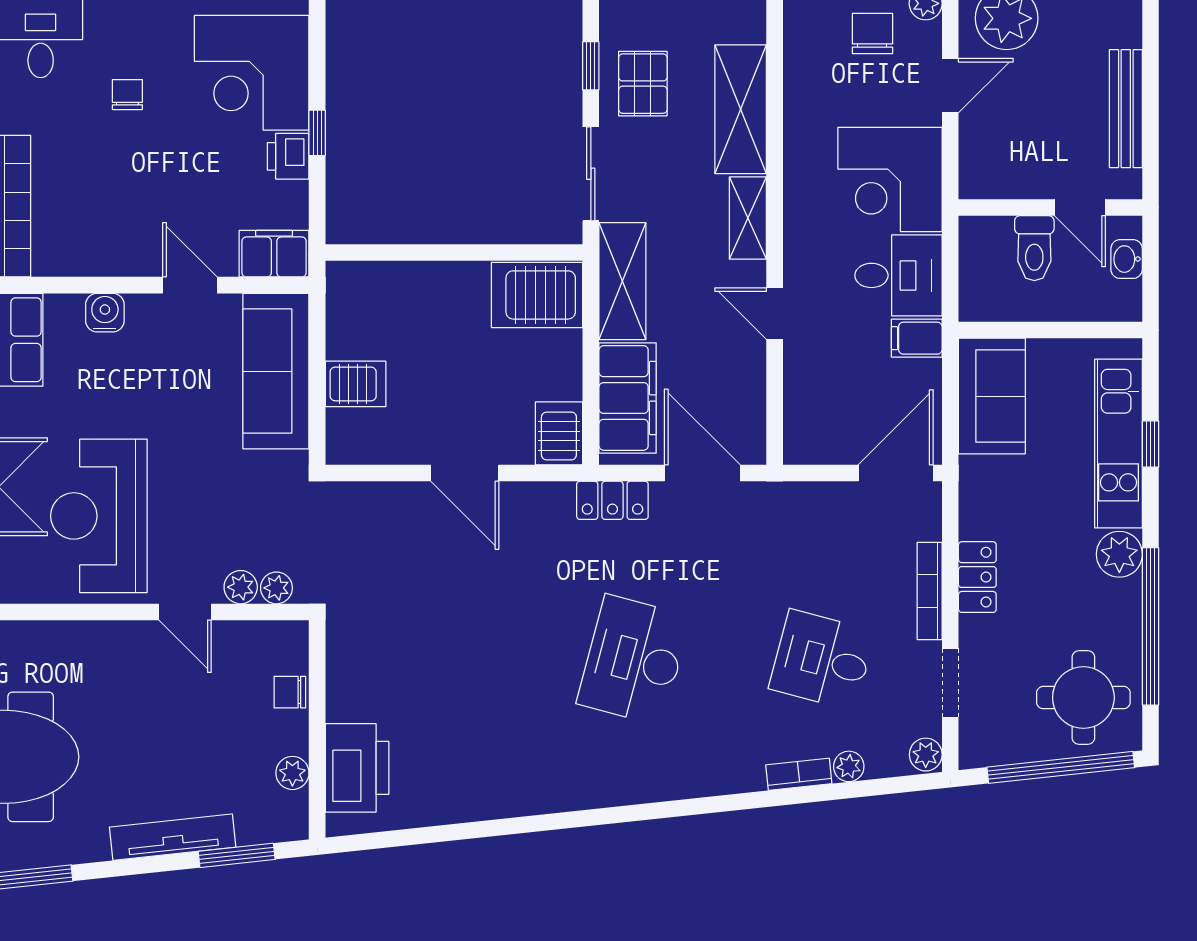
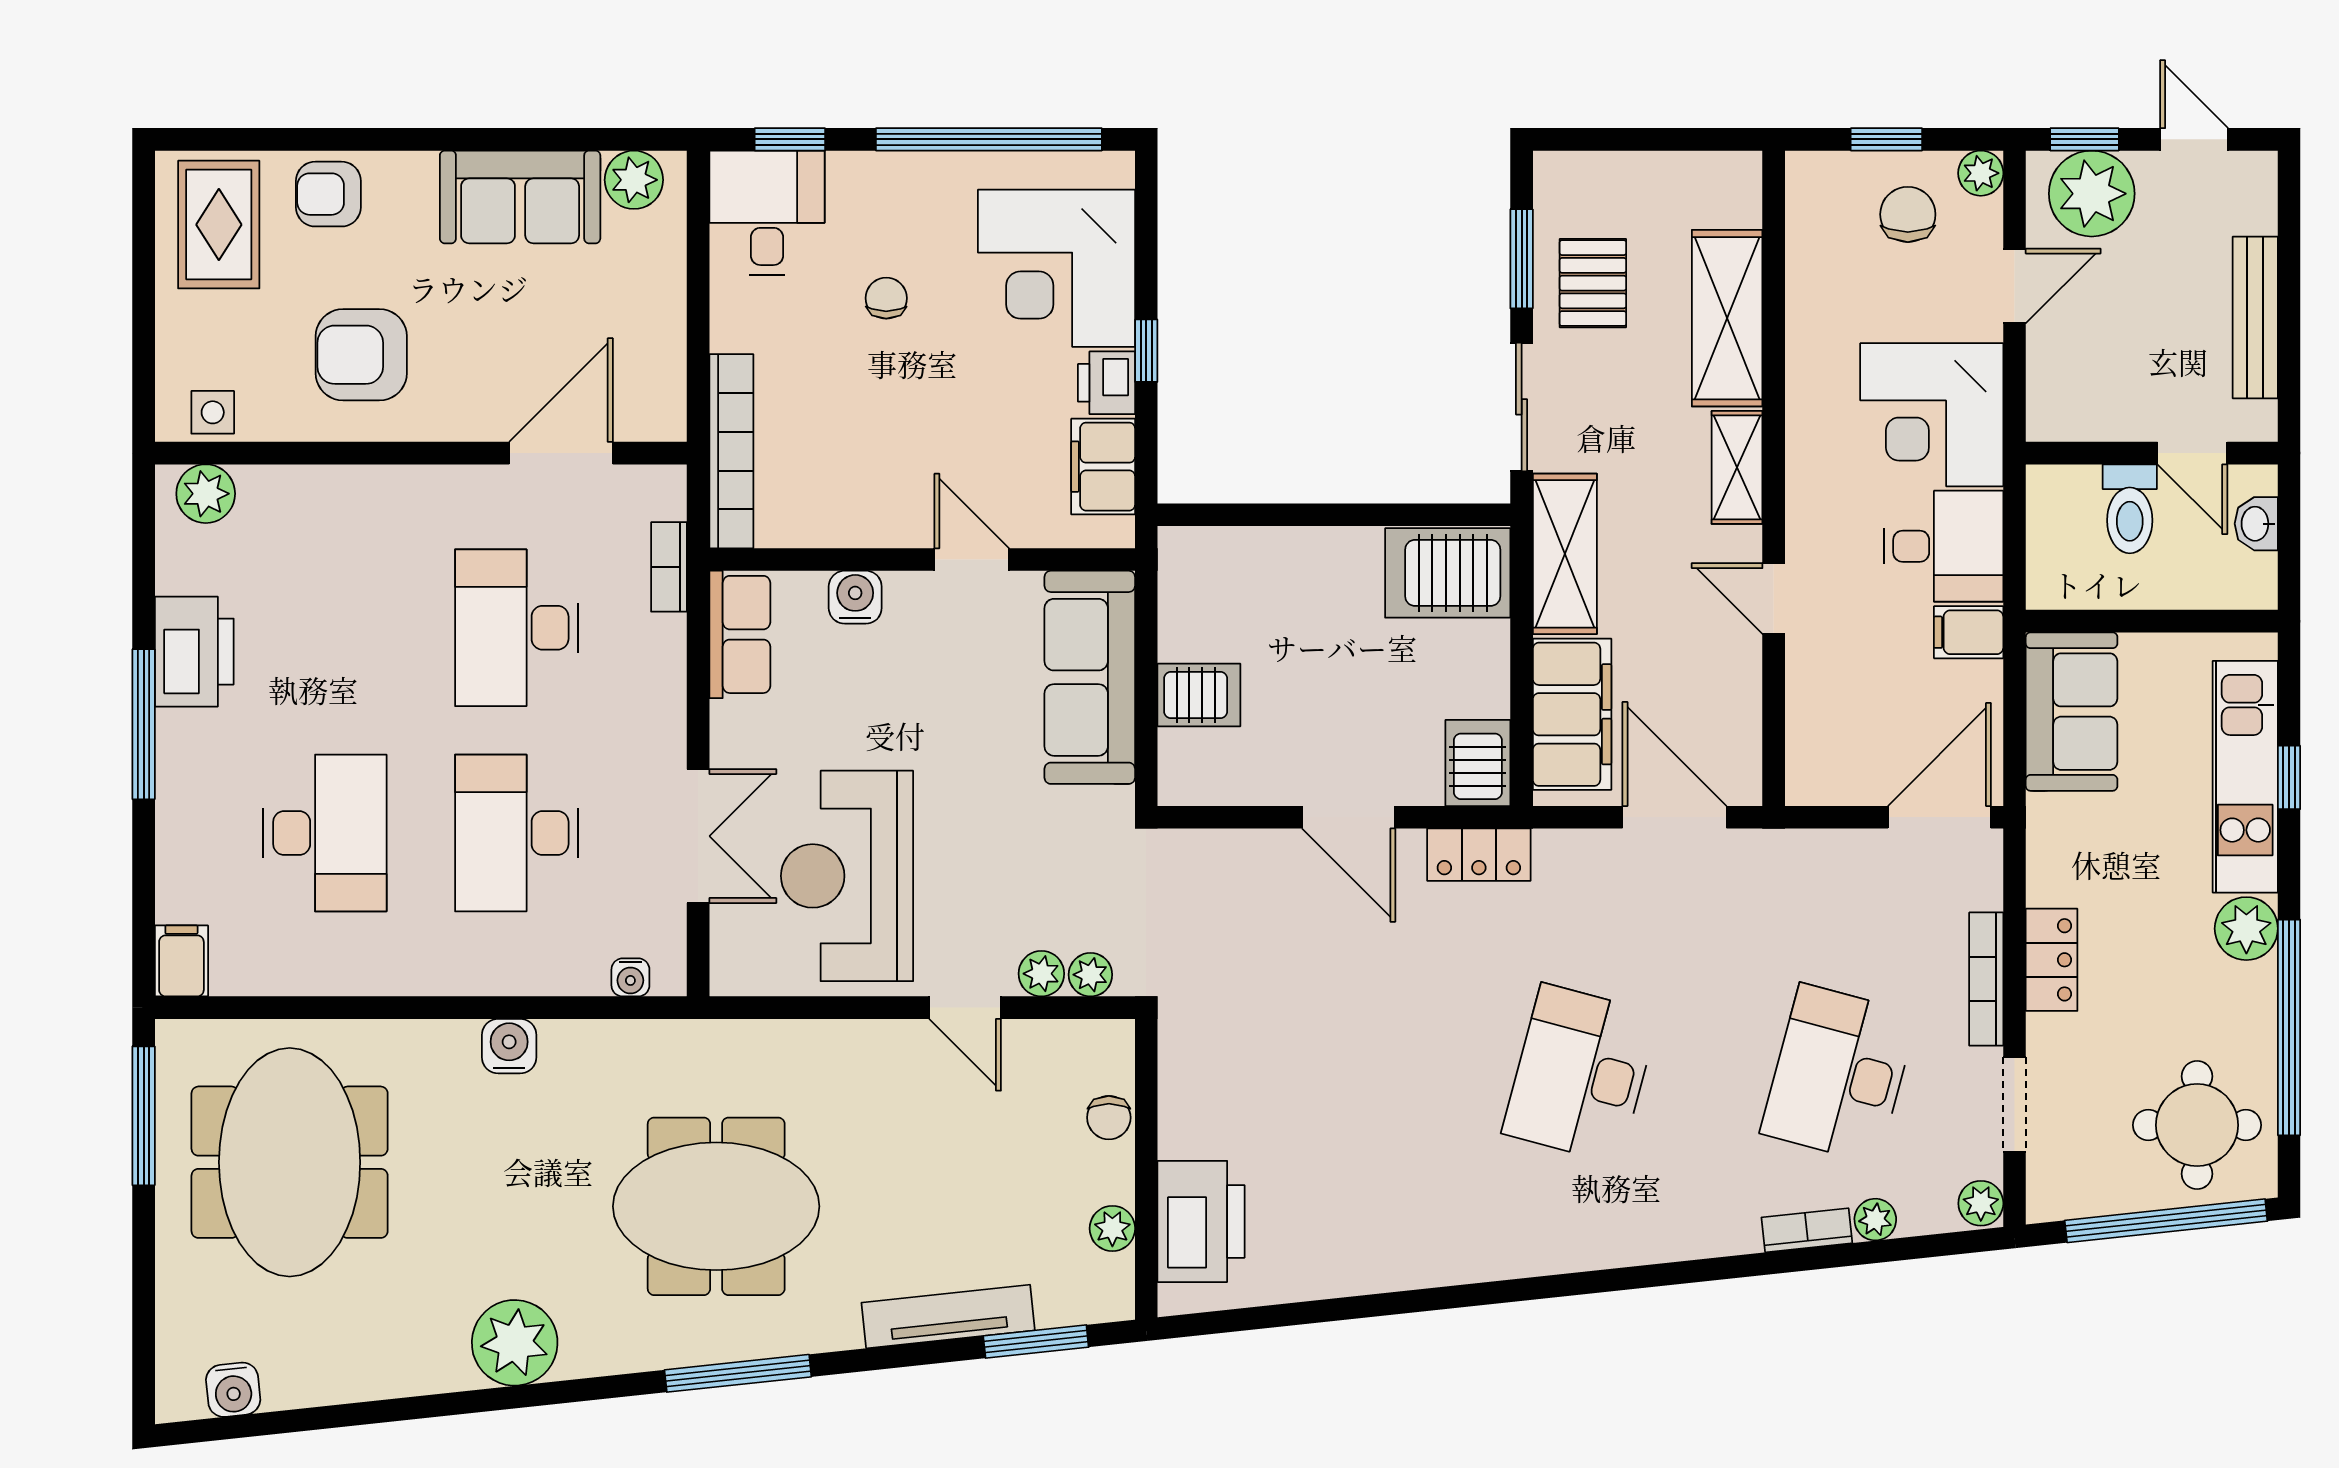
window: (591, 66) -> (1522, 259), width x1.50
filing cabinet: (274, 254) -> (1103, 467), moved, turned -90
locker: (612, 500) -> (1479, 855), moved
desk: (822, 660) -> (1839, 1073), width x1.37
chair: (290, 692) -> (1109, 1118), turned -90

